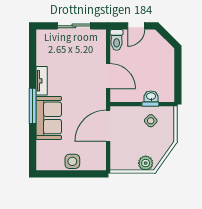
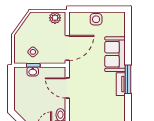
window: (33, 106) -> (128, 79), moved
plant: (146, 163) -> (55, 18), moved

